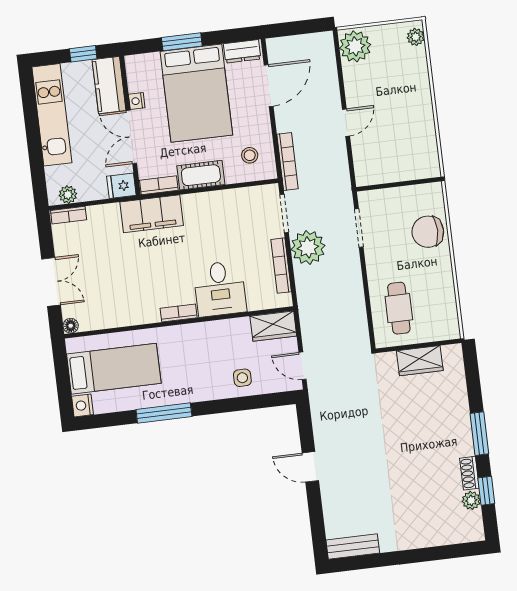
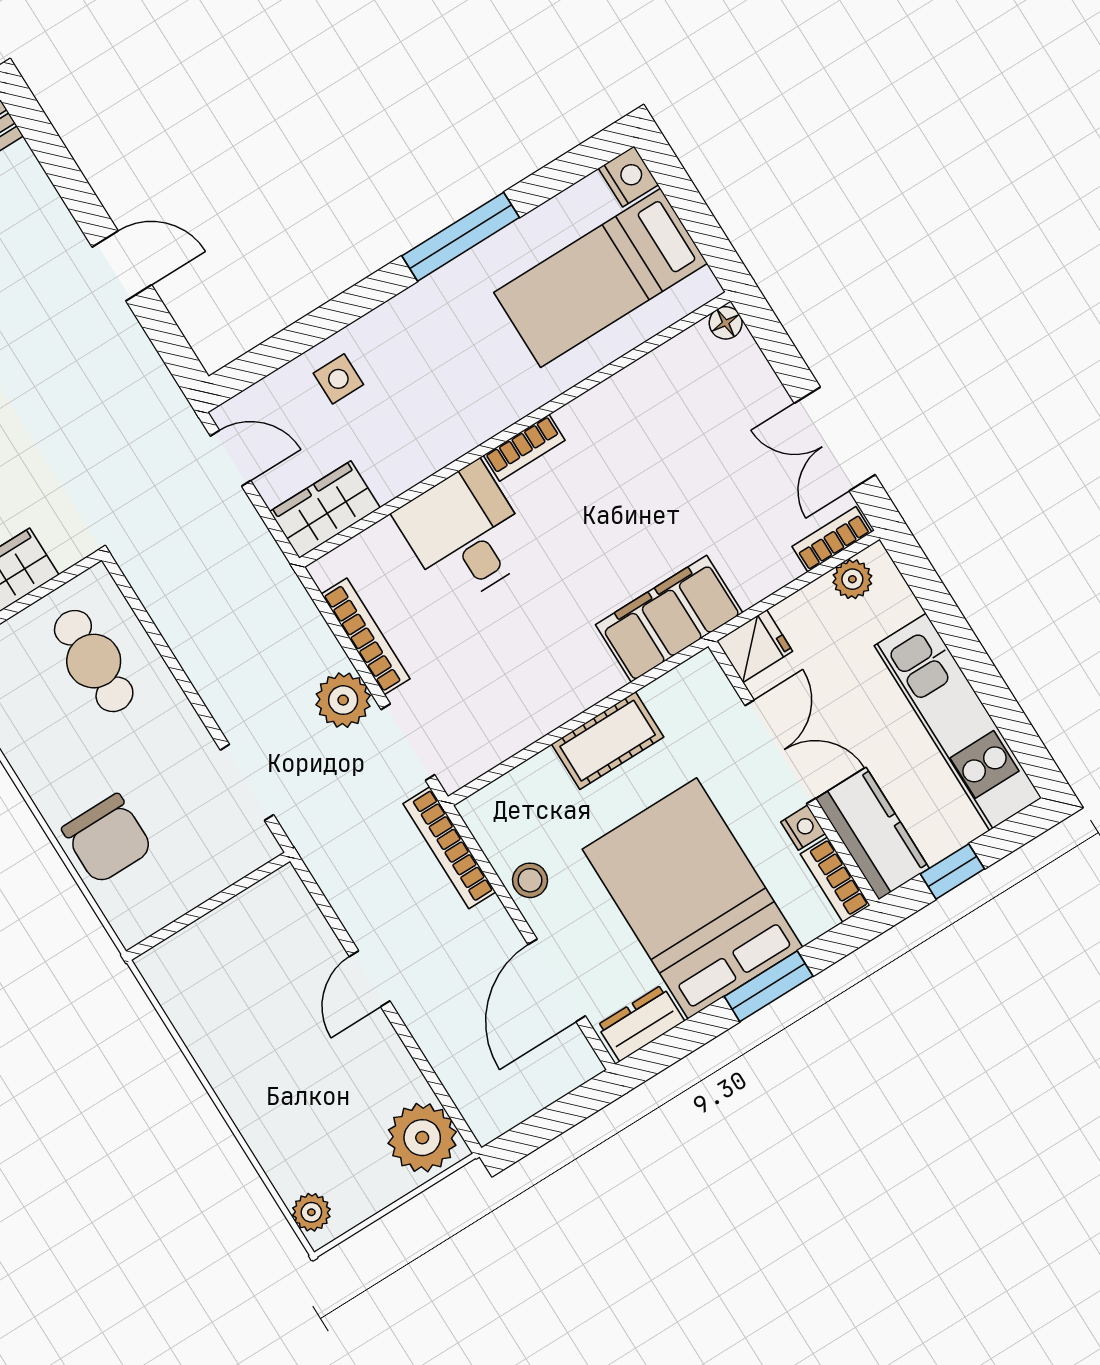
stool: (250, 155) -> (530, 880), moved
bookcase: (159, 185) -> (835, 880), moved, turned 90
chair: (428, 232) -> (107, 839), turned 90
plant: (308, 247) -> (343, 700), width x0.73, depth x0.73
double door: (51, 282) -> (835, 439), moved

